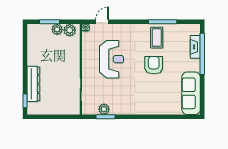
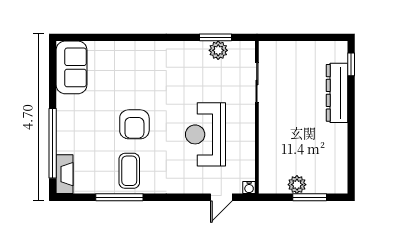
plant: (70, 30) -> (276, 183), removed
fireplace: (195, 47) -> (65, 174), moved
sofa: (191, 93) -> (72, 67), width x0.73

